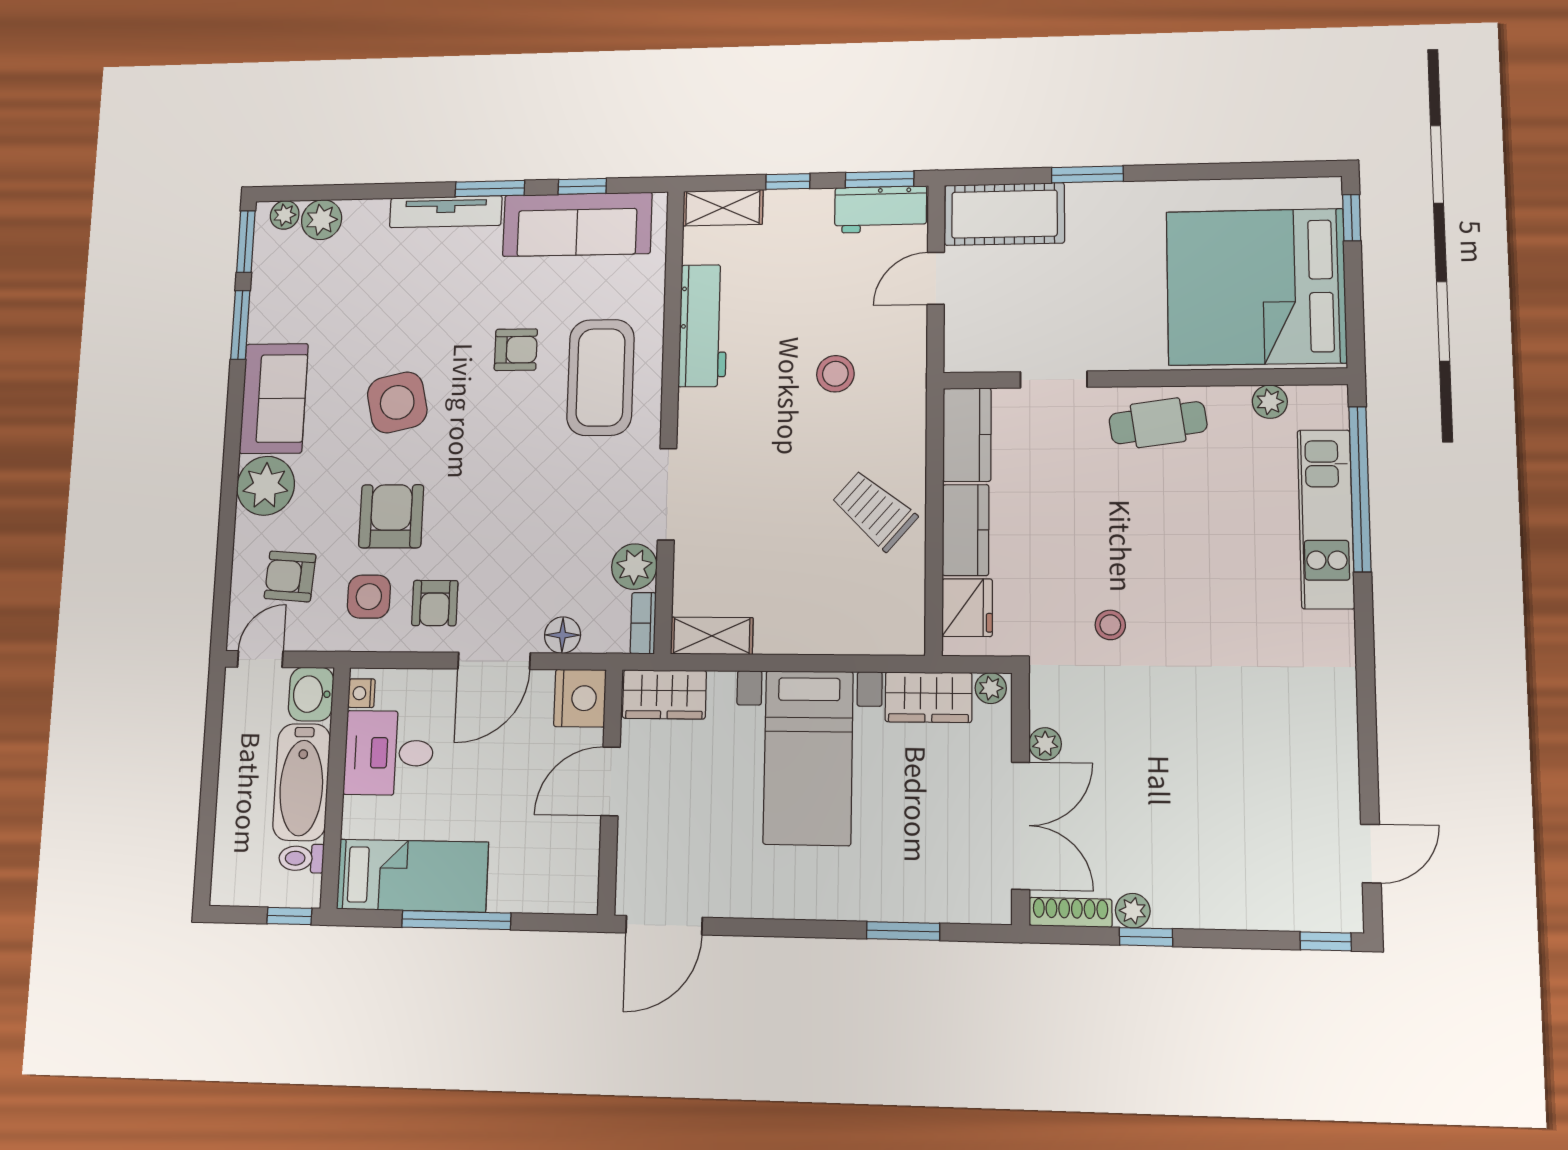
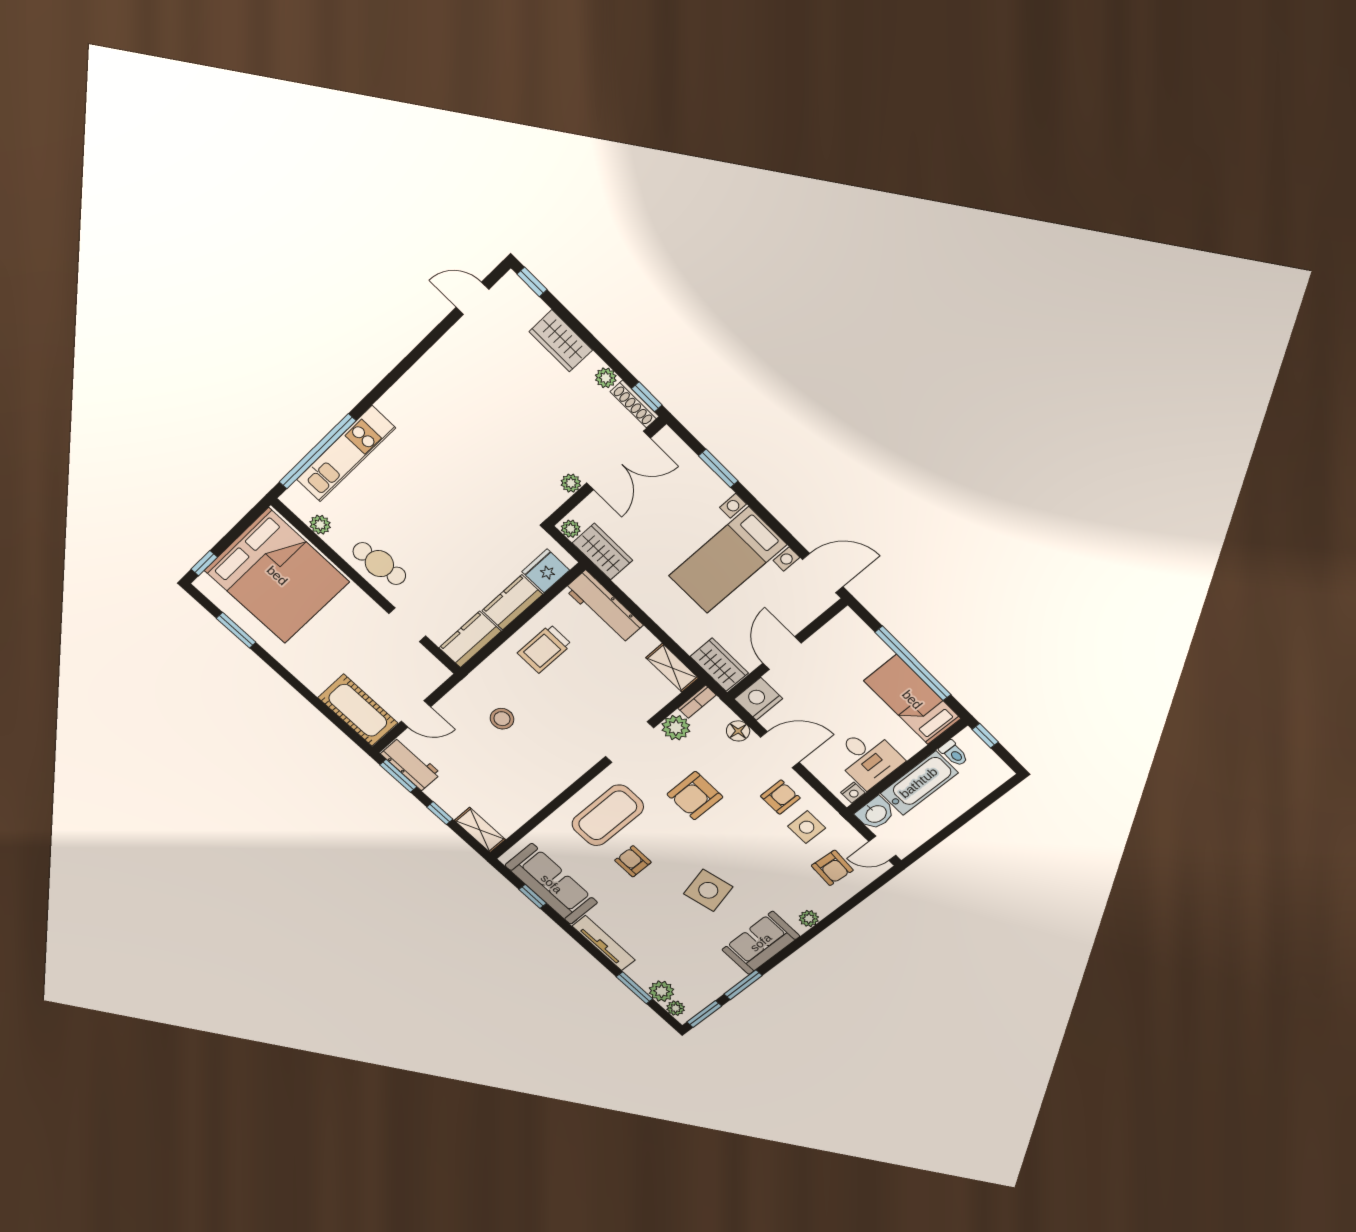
window: (1087, 174) -> (236, 630), moved
window: (490, 189) -> (634, 988), moved
workbench: (703, 326) -> (604, 607), moved, turned -90
plant: (266, 486) -> (809, 918), width x0.53, depth x0.53
trolley: (874, 510) -> (544, 649), turned 49
armchair: (391, 516) -> (695, 796), moved
stool: (1110, 625) -> (489, 503), removed
bed with nightstands: (808, 758) -> (728, 560), moved, turned 180
door: (611, 781) -> (782, 653), swing flipped
double door: (1021, 826) -> (618, 461), swing flipped
wardrobe: (1225, 904) -> (561, 341), added
window: (456, 920) -> (913, 663), width x1.46
window: (1146, 937) -> (647, 397), moved

